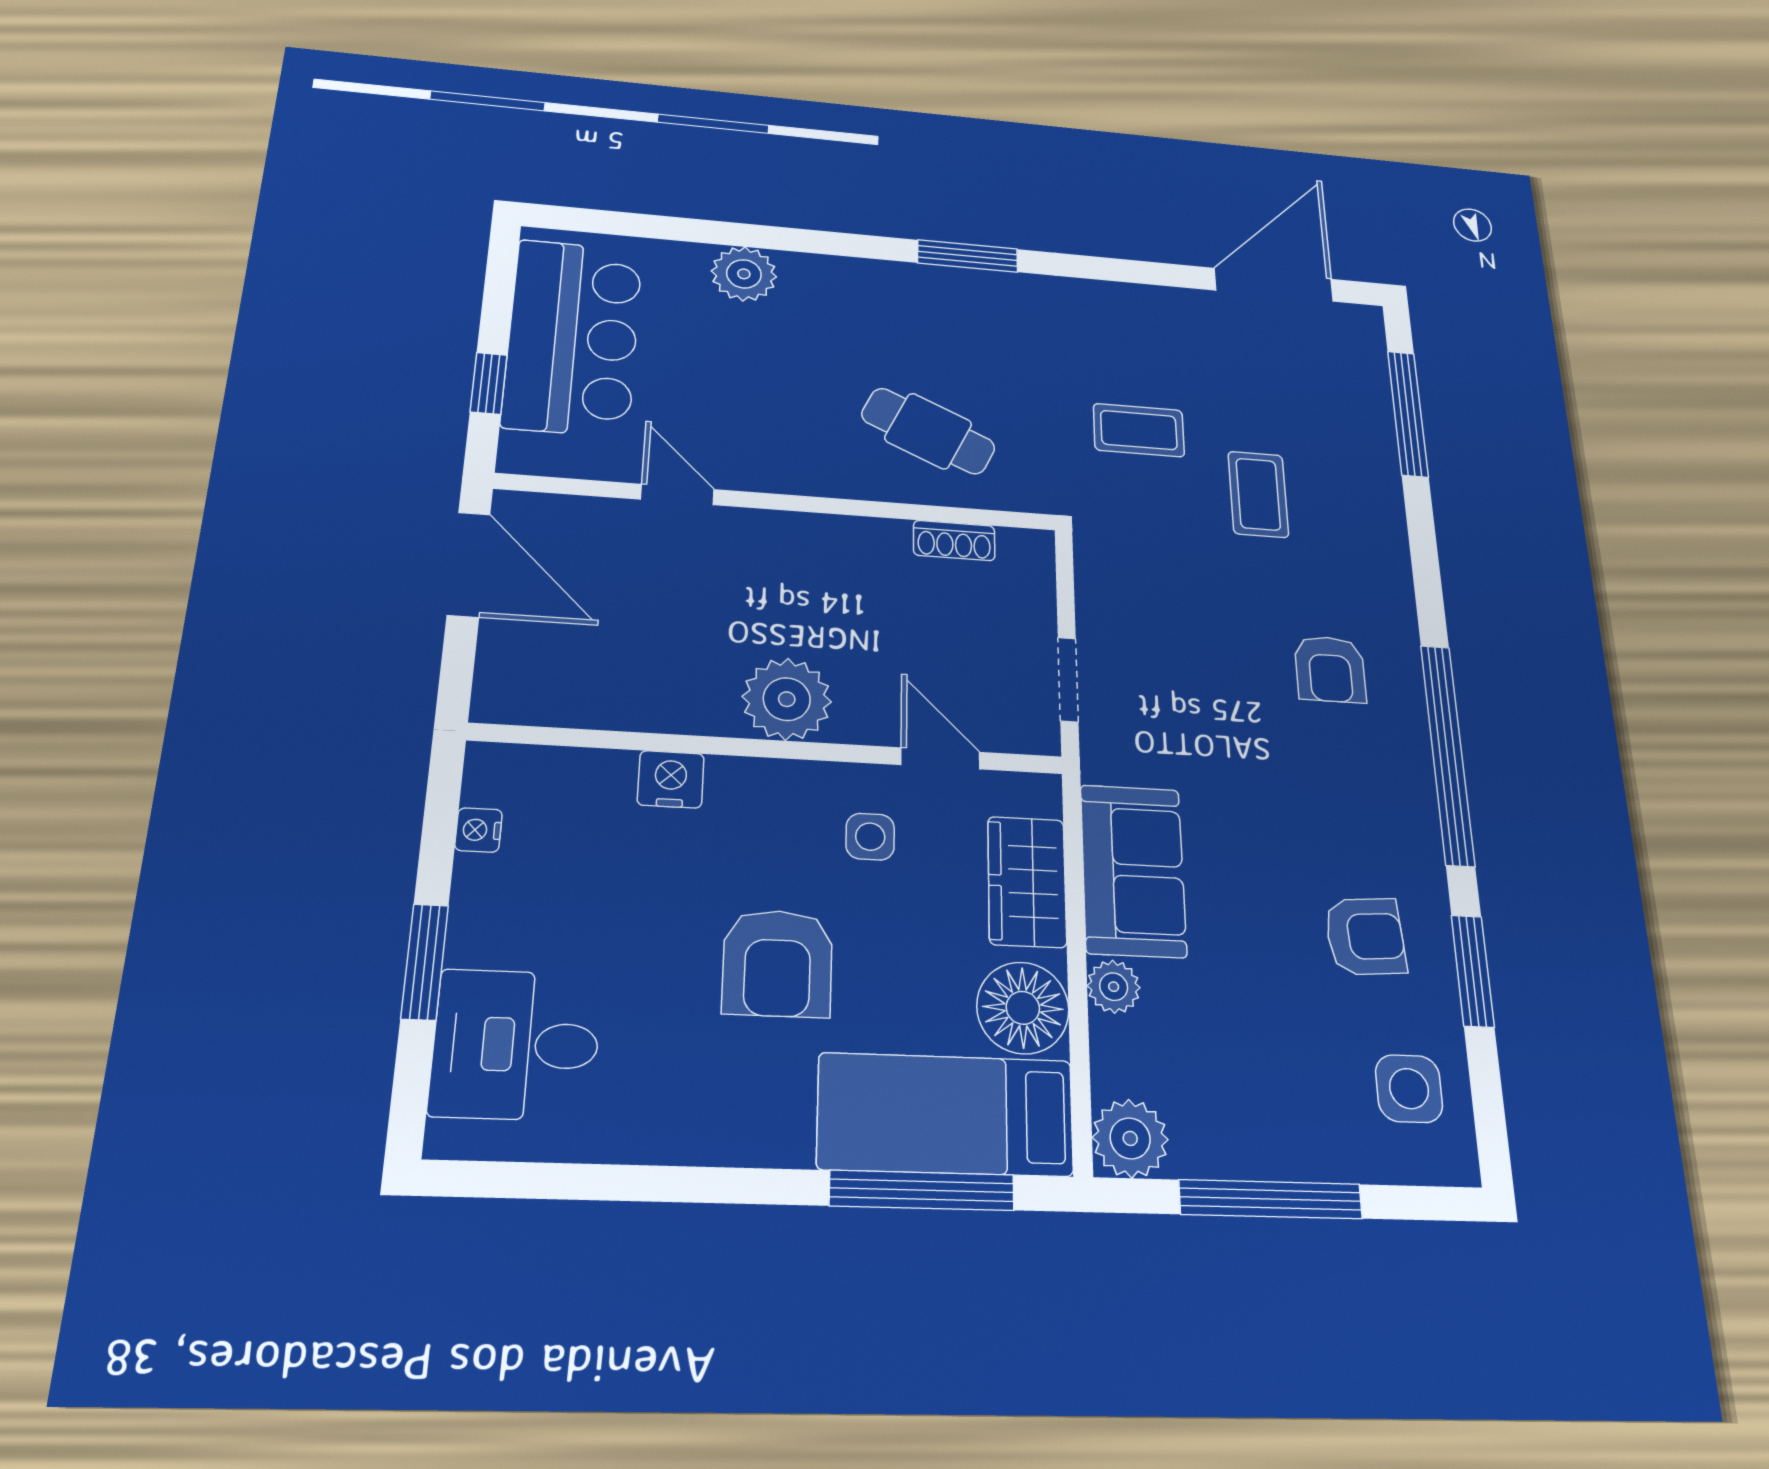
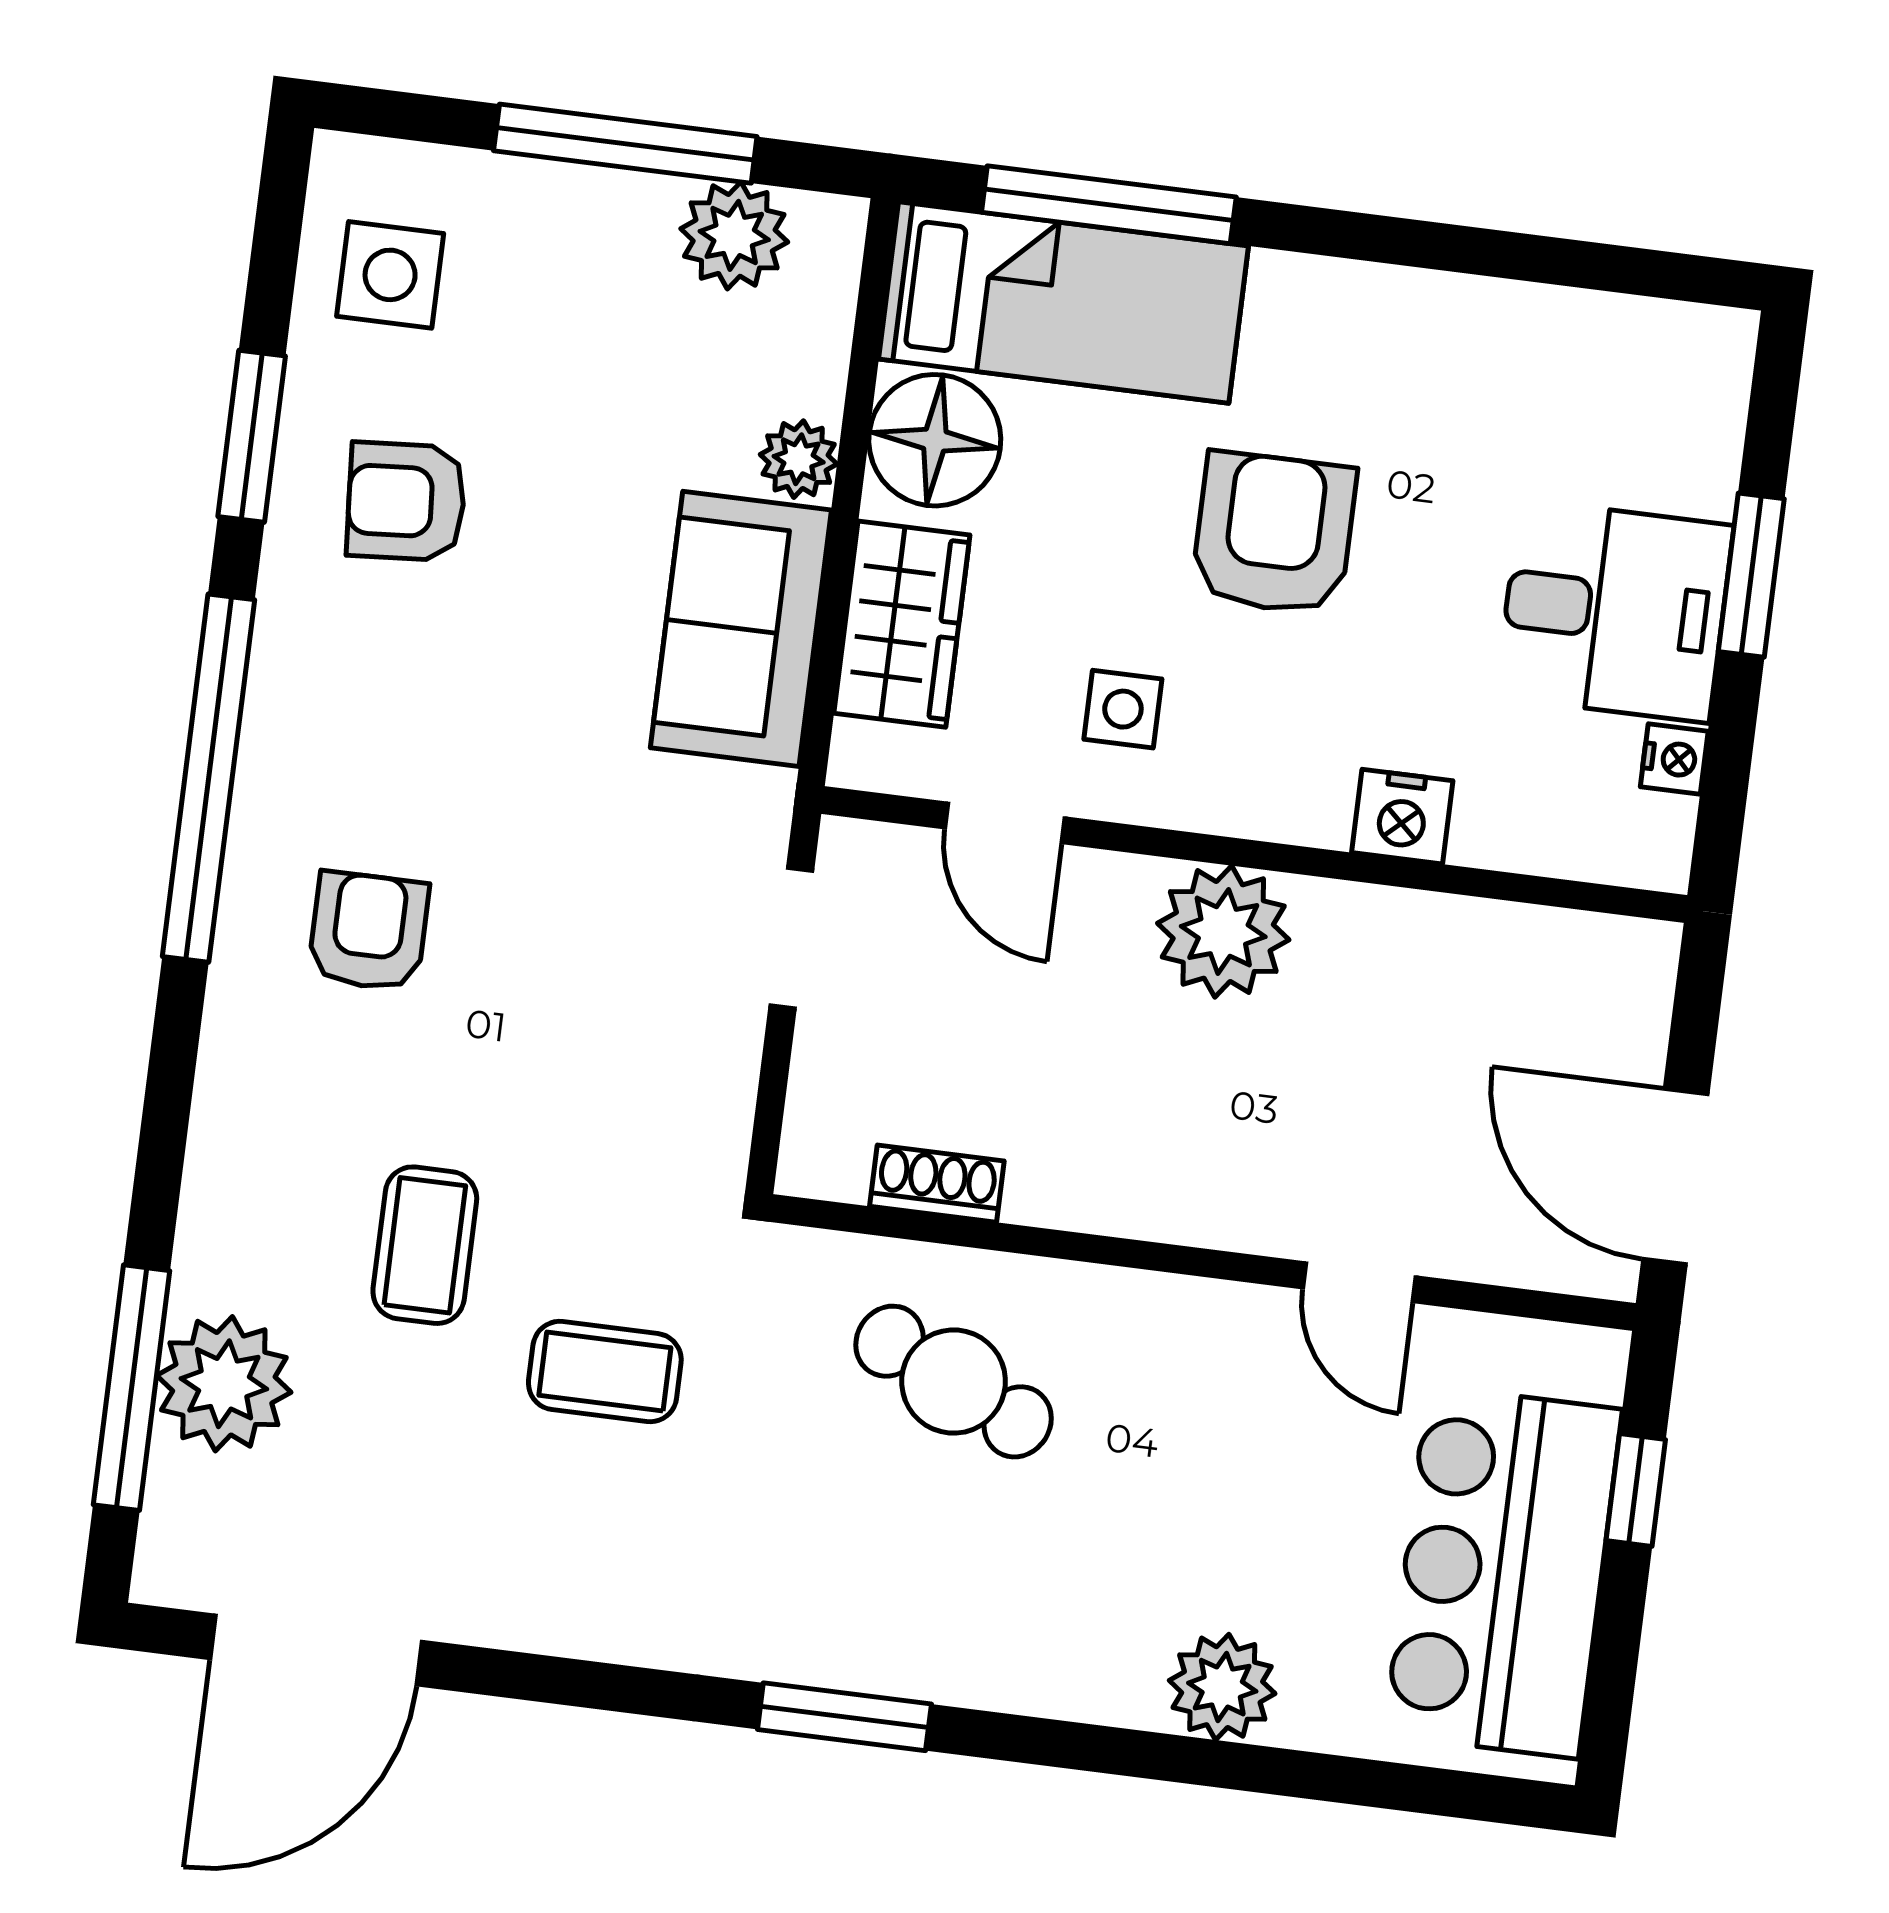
plant: (1357, 417) -> (224, 1384), added
desk: (516, 1045) -> (1615, 611), moved
plant: (1130, 1138) -> (734, 235), moved

